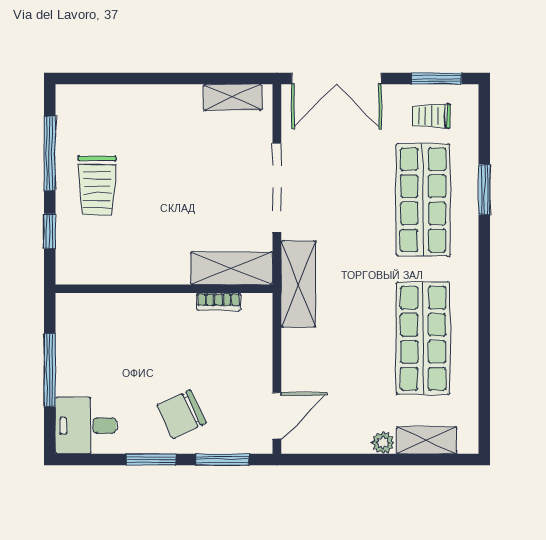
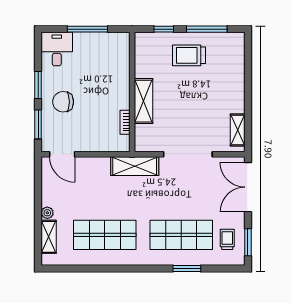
shelving: (232, 268) -> (143, 101), moved
chair: (182, 414) -> (63, 102), turned -65

